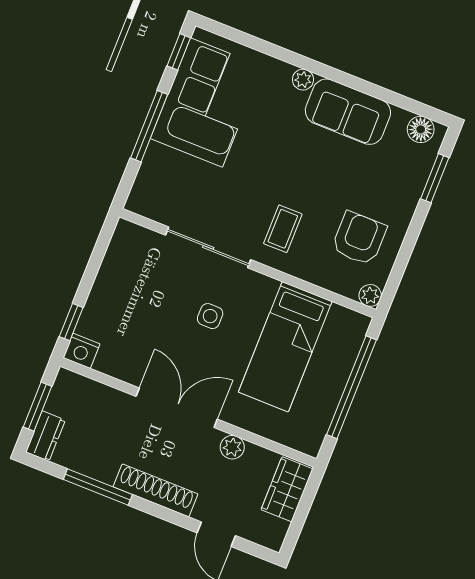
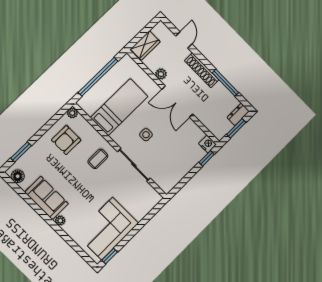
window: (149, 126) -> (137, 229), removed

